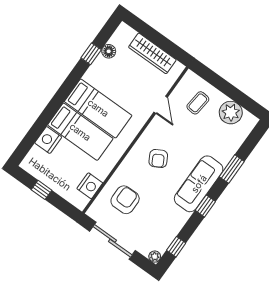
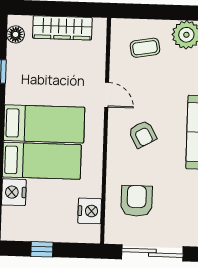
floor lamp: (109, 51) -> (16, 34), moved
coffee table: (198, 103) -> (145, 48), turned 74
door: (161, 105) -> (107, 95), moved

